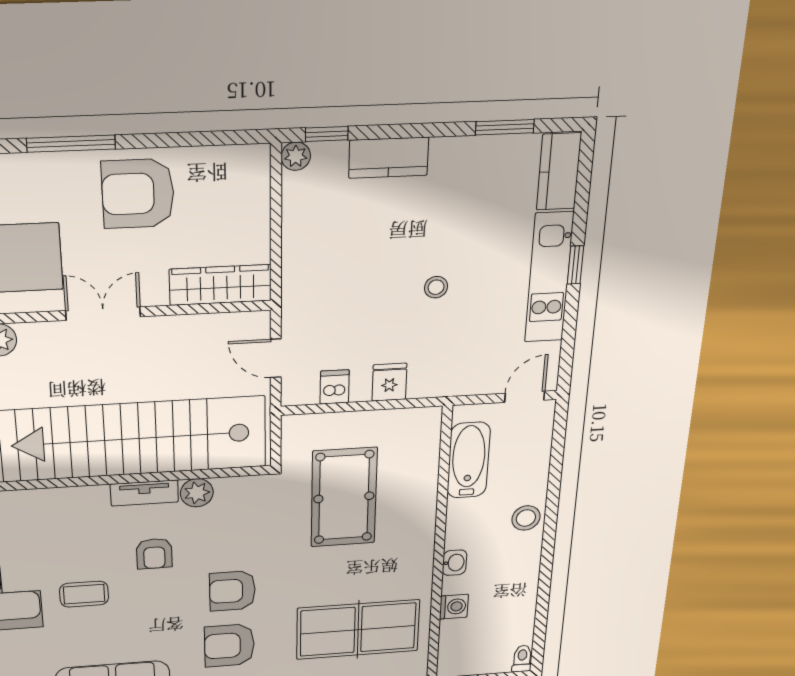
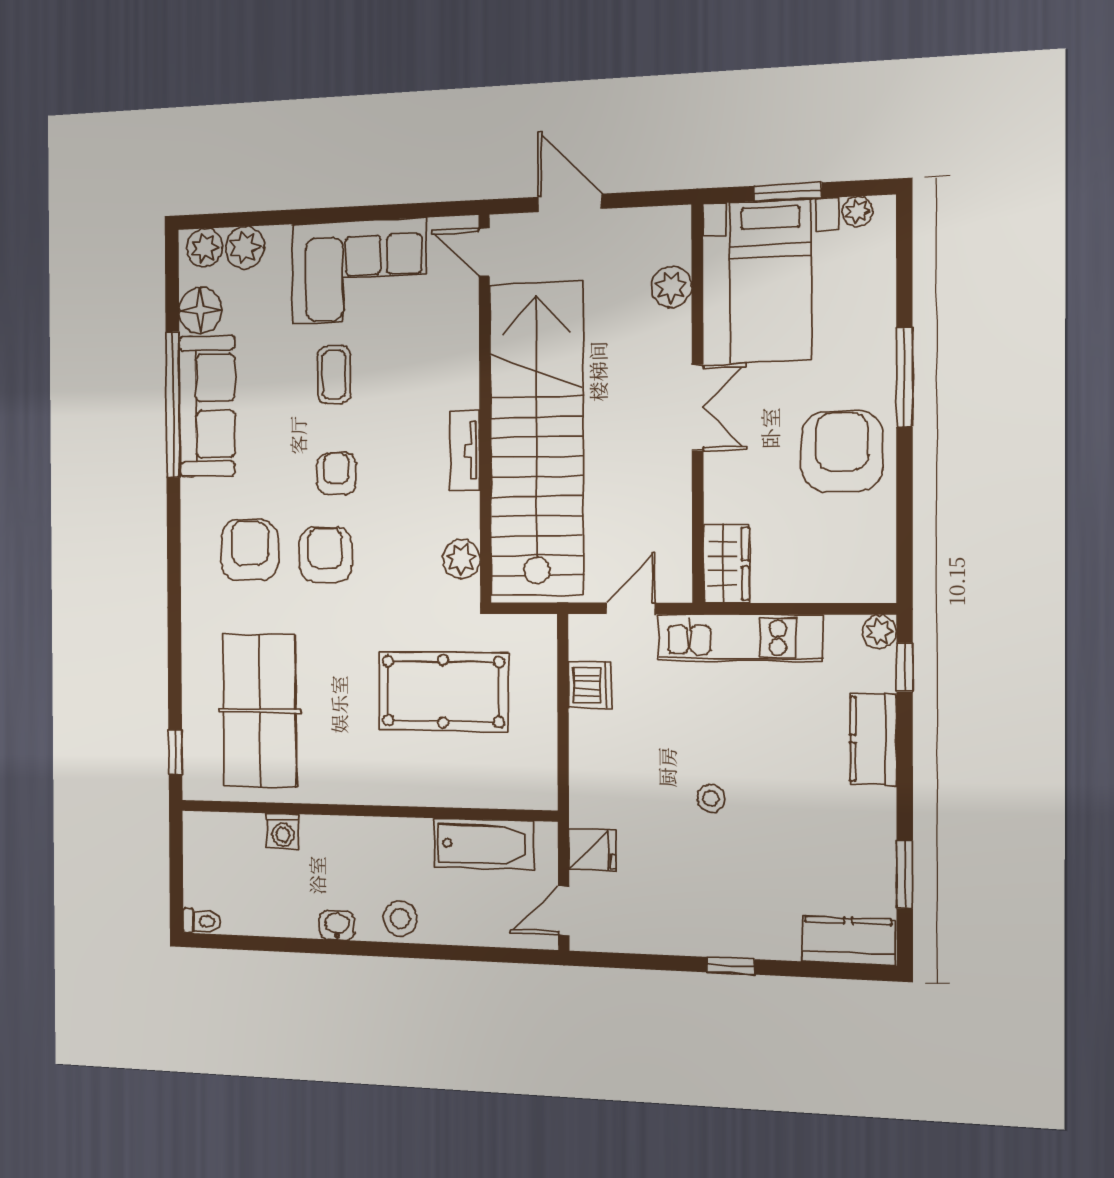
kitchen unit: (549, 278) -> (740, 638), moved, turned 180
wardrobe: (220, 285) -> (726, 564), width x0.67
fridge: (389, 382) -> (593, 850), moved
dishwasher: (335, 387) -> (590, 685), width x1.38
door: (525, 397) -> (564, 911), swing flipped
plant: (197, 493) -> (461, 559), moved
armchair: (154, 554) -> (336, 474), moved, turned 90
washbasin: (454, 563) -> (337, 925), moved, turned 180

